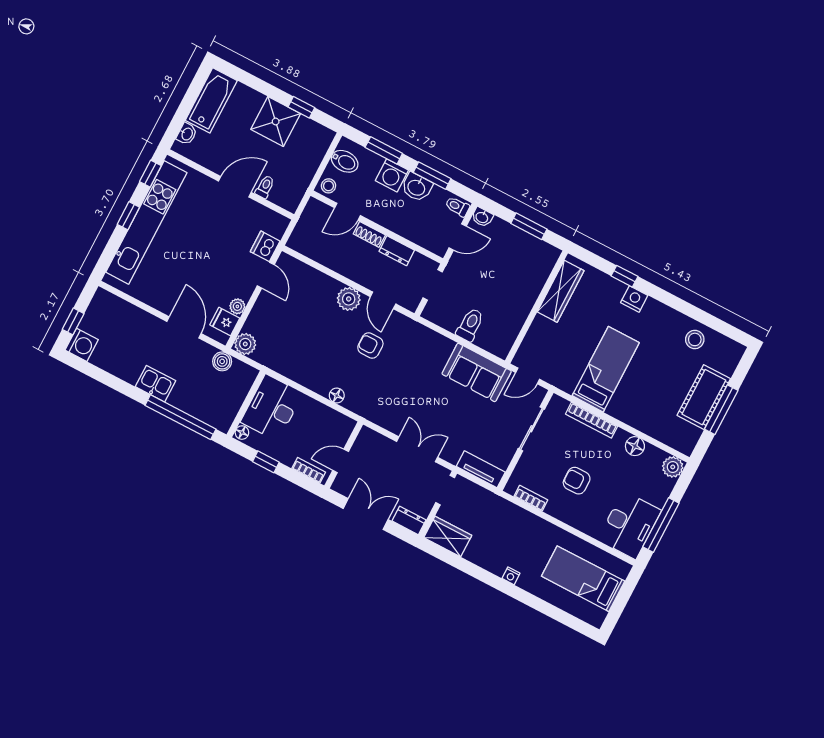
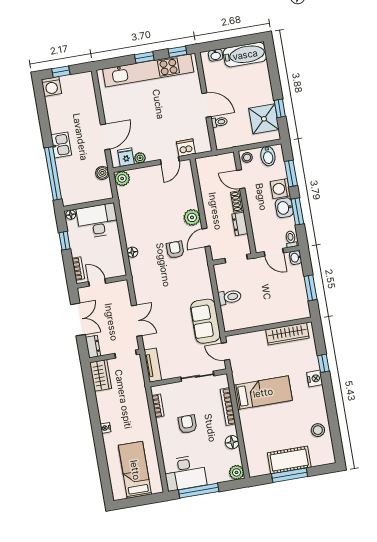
shower: (276, 121) -> (264, 119), moved

